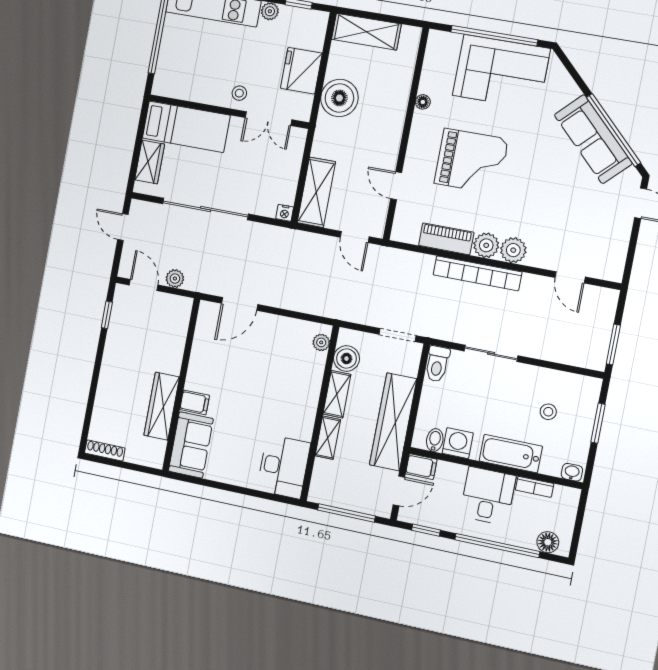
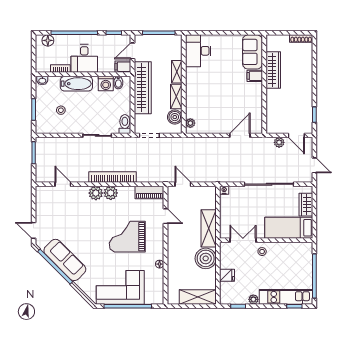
fridge: (301, 71) -> (227, 275), width x0.53, depth x0.75
shelving: (316, 192) -> (209, 228), moved
piano: (446, 239) -> (149, 192), moved

